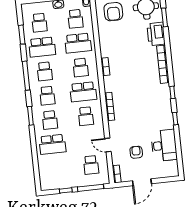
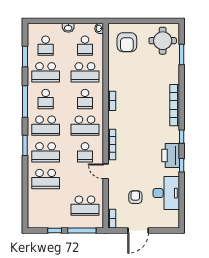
printer: (156, 34) -> (171, 156), moved
school desk: (47, 96) -> (46, 126), width x1.85
school desk: (50, 120) -> (46, 152), width x1.85
door: (108, 145) -> (106, 171), moved
school desk: (91, 165) -> (85, 206), width x1.85

